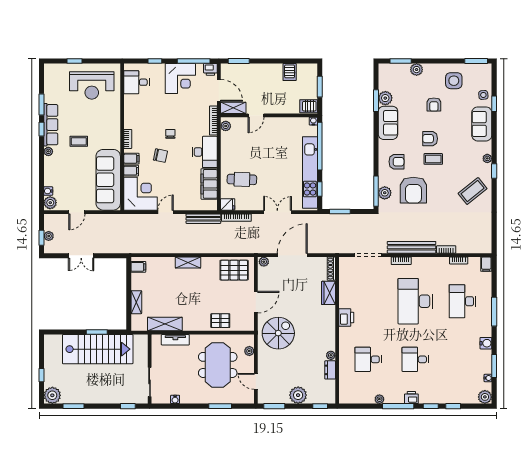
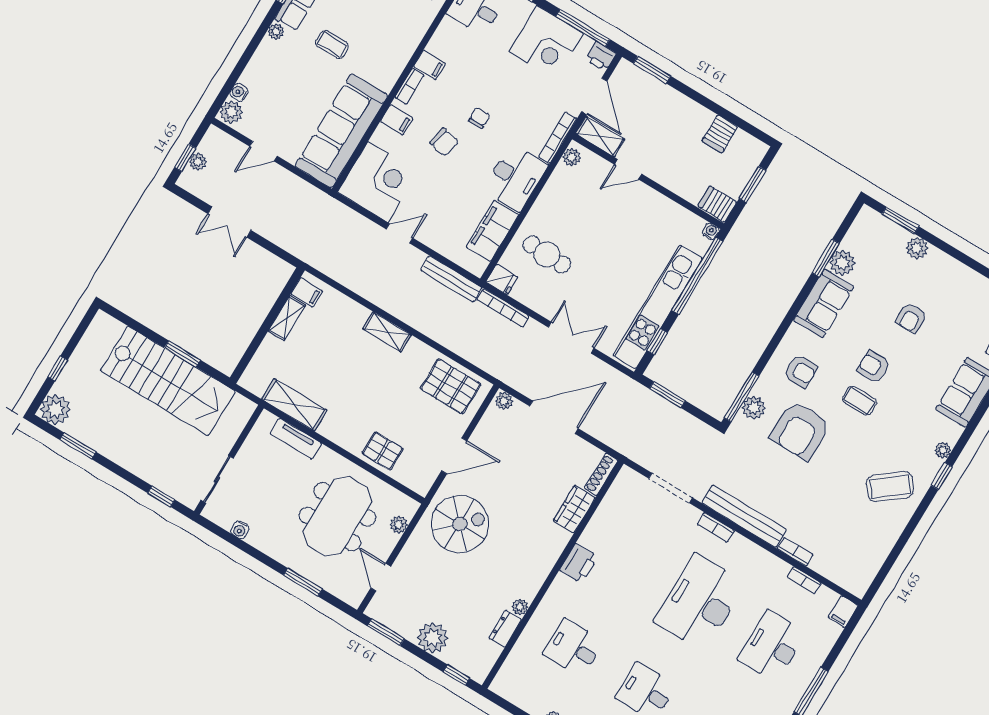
side table: (454, 81) -> (964, 300), removed
filing cabinet: (131, 171) -> (429, 65), moved
shelving: (136, 302) -> (287, 318), moved

